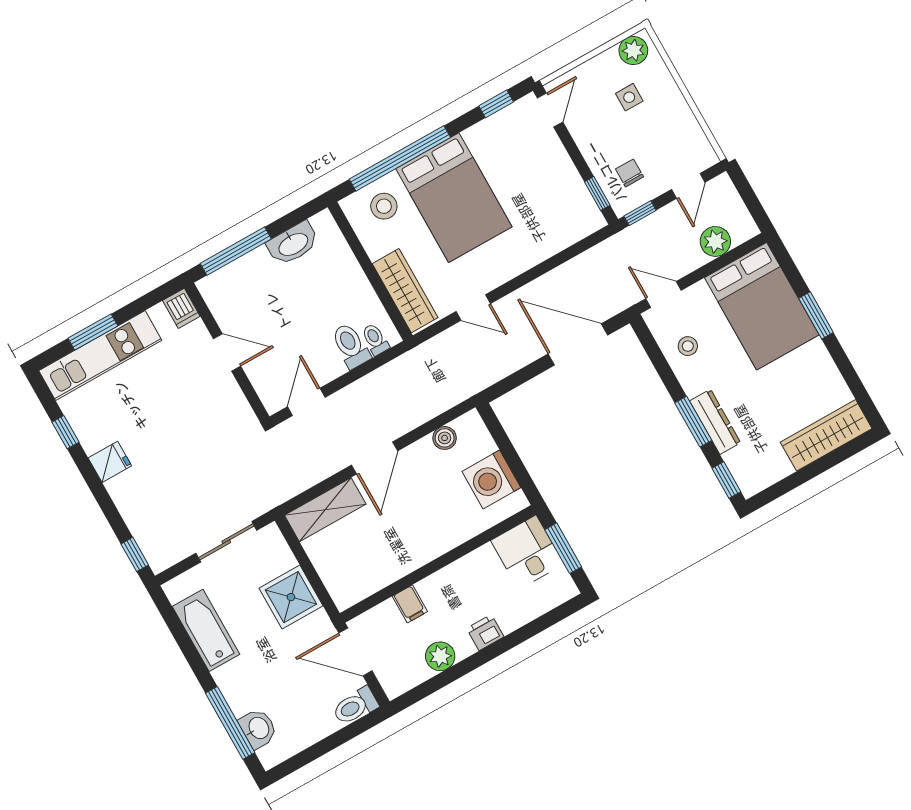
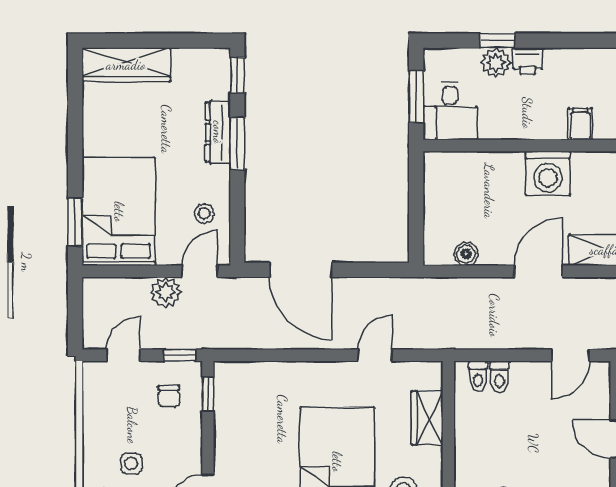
plant: (715, 241) -> (166, 292), moved
wardrobe: (405, 291) -> (427, 418), width x0.67
door: (663, 294) -> (200, 271), swing flipped
door: (473, 307) -> (375, 355), hinge flipped
window: (816, 315) -> (75, 222), moved
toilet: (351, 346) -> (499, 377), width x0.73, depth x0.72
washing machine: (491, 479) -> (548, 173), moved, turned 90
window: (521, 635) -> (498, 41), added
plant: (440, 656) -> (496, 62), moved

